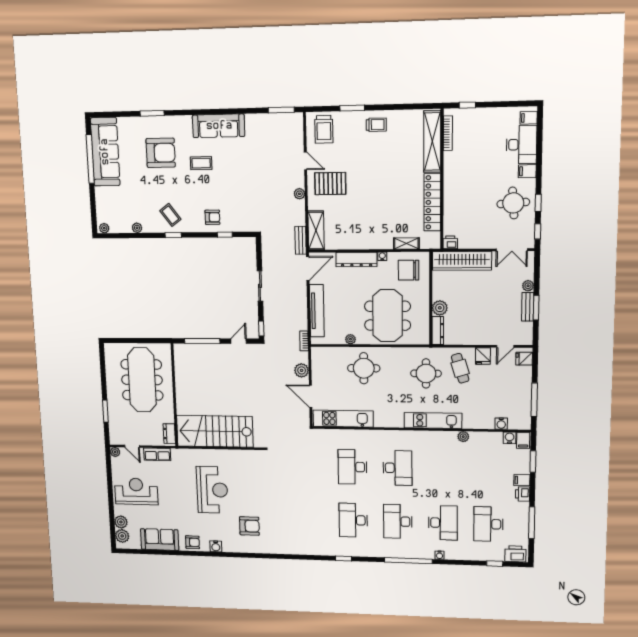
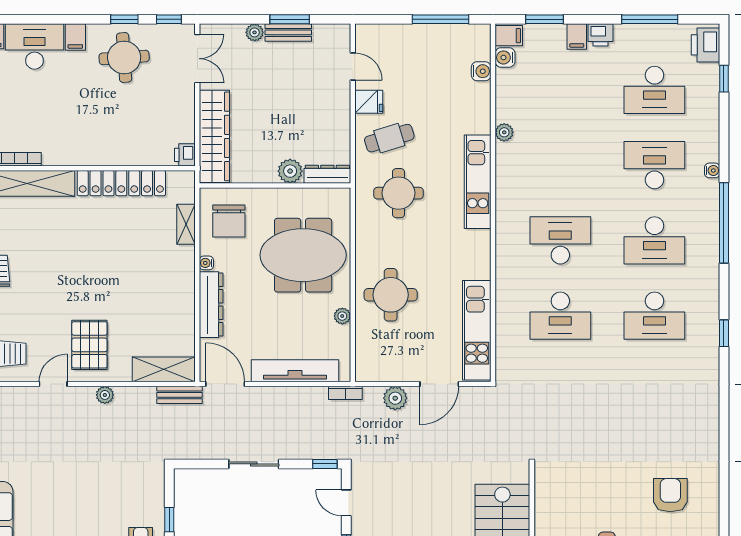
fridge: (524, 359) -> (373, 36), removed

